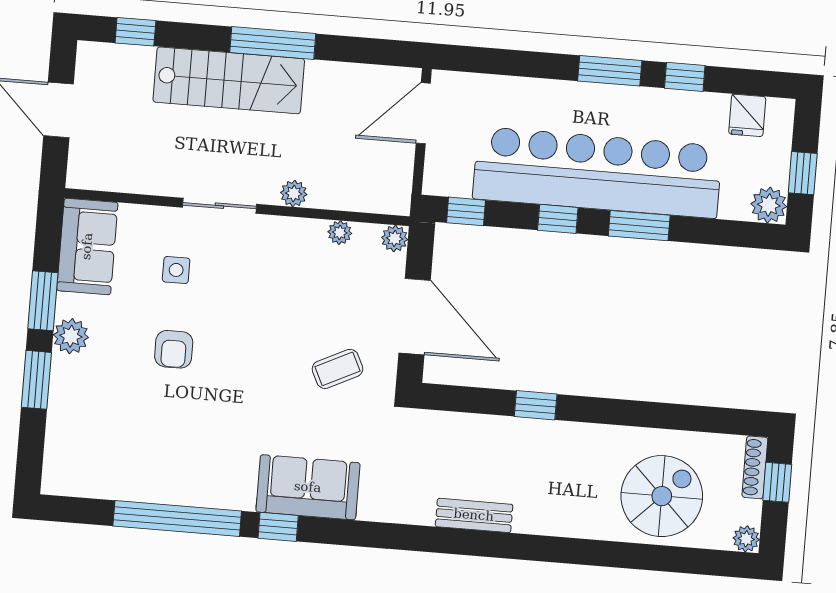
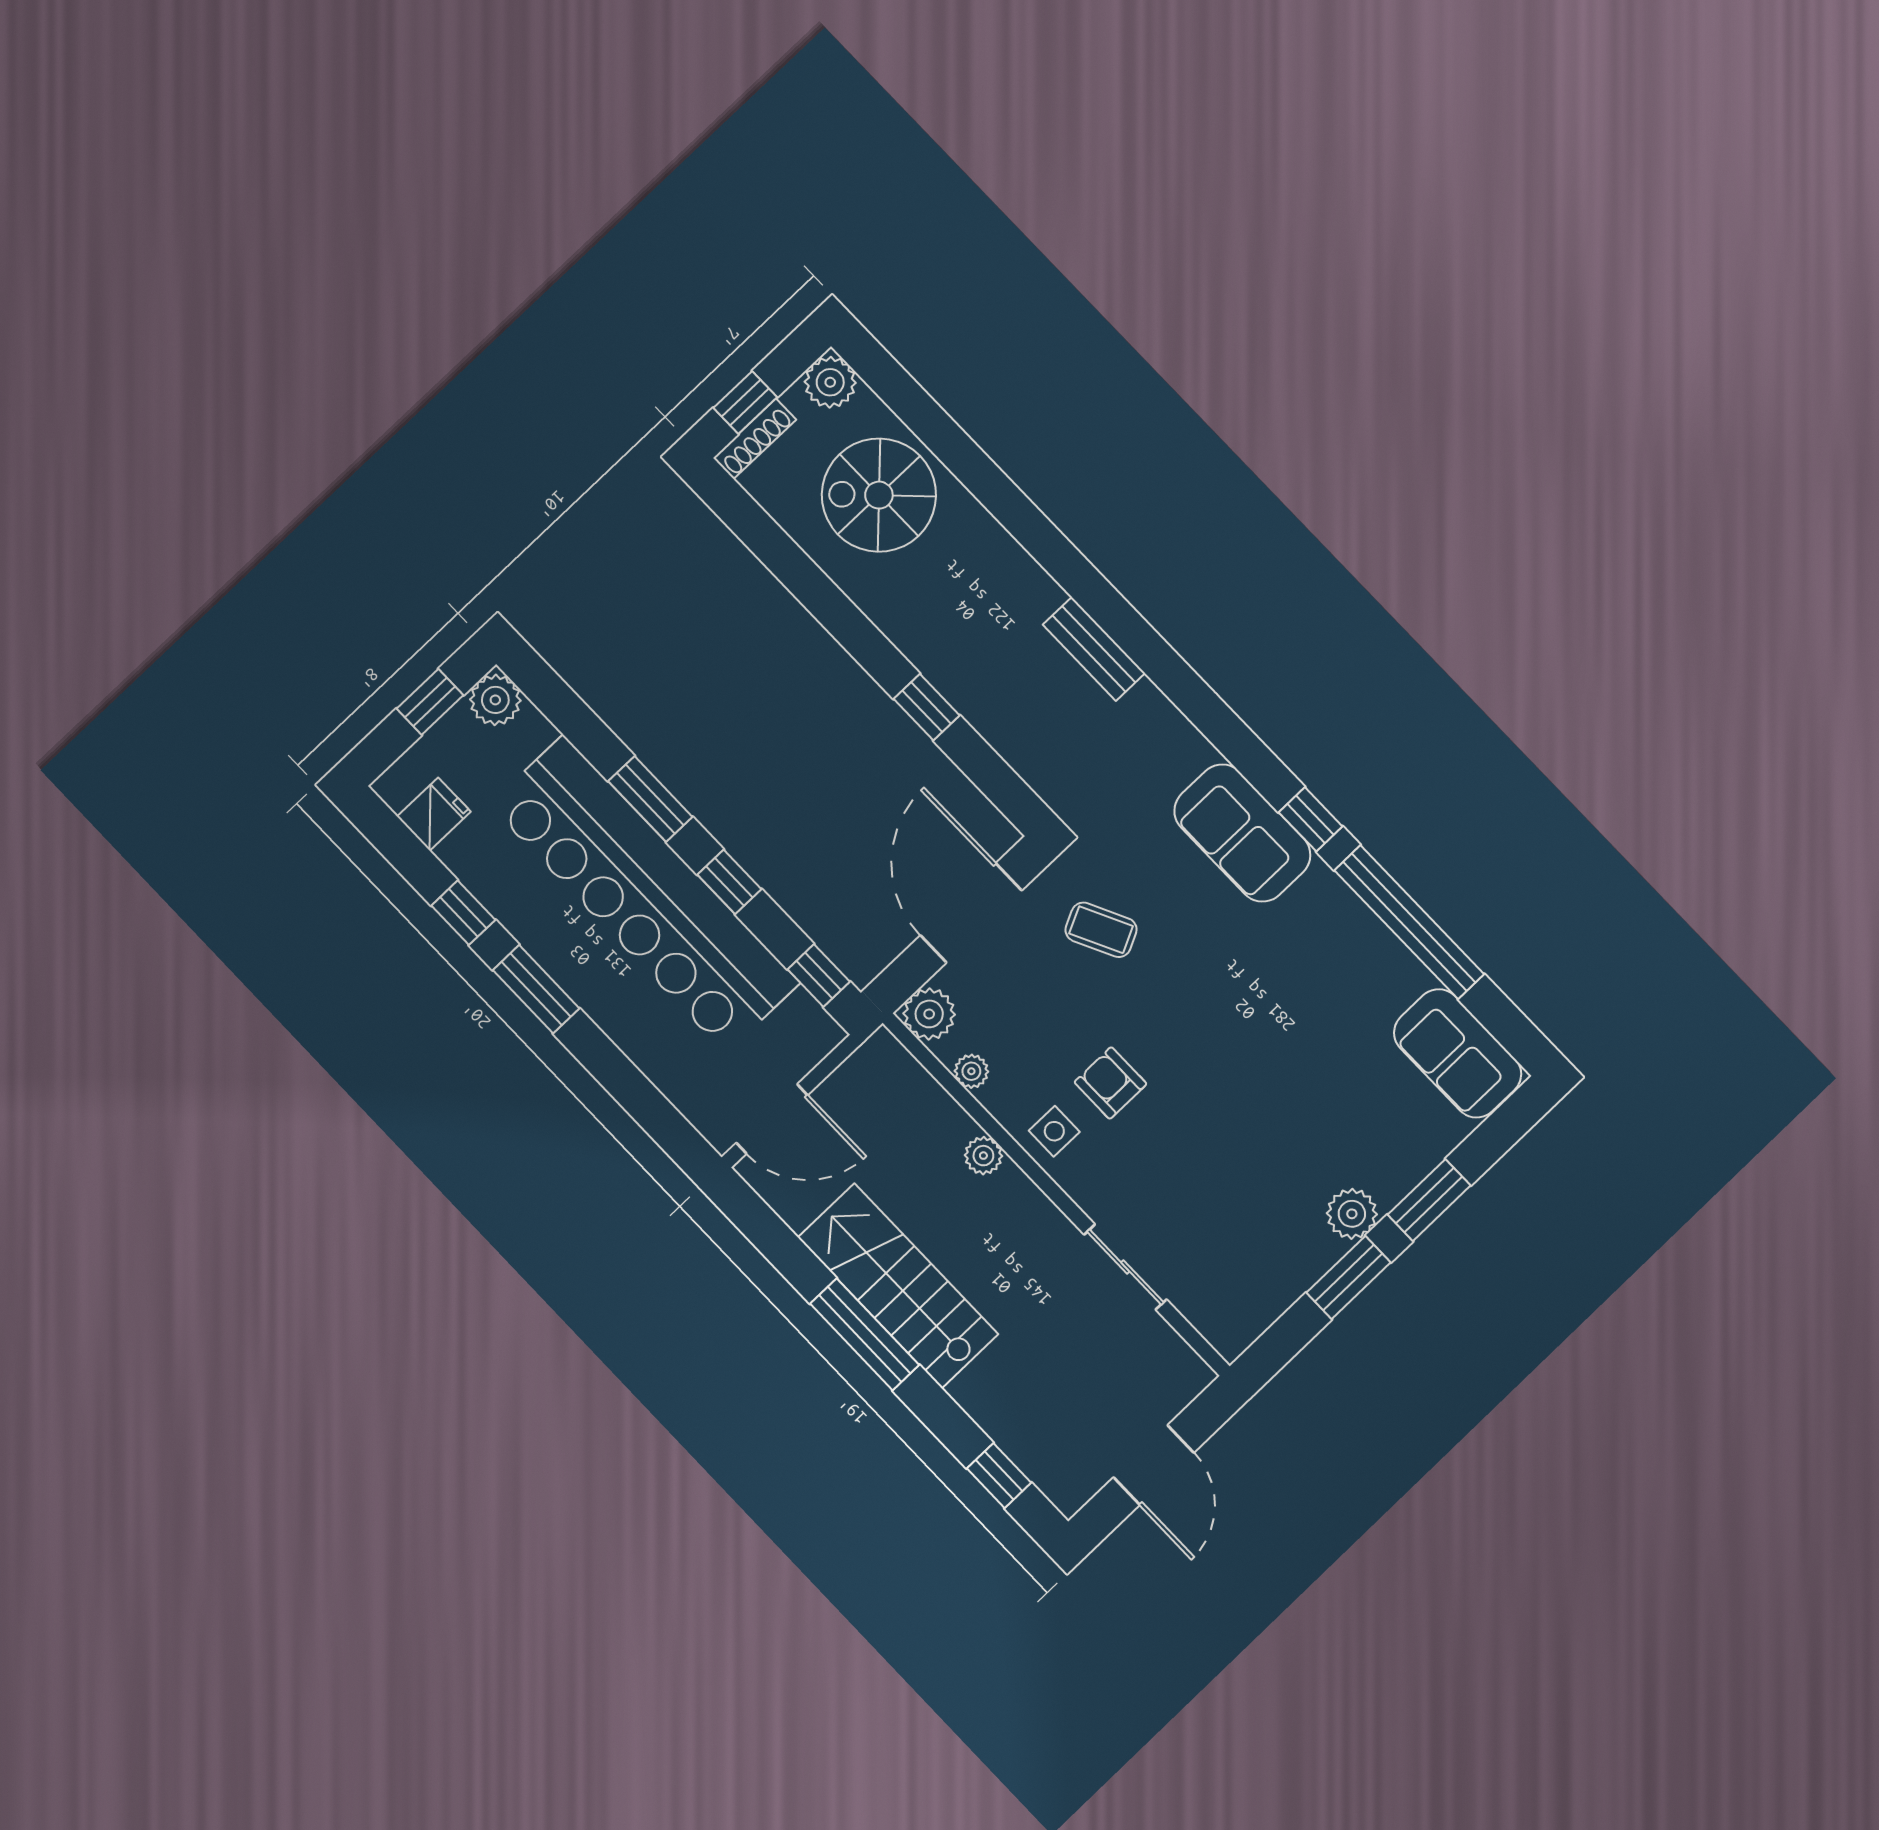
stairs: (229, 80) -> (898, 1286), moved
sliding door: (219, 206) -> (1125, 1267), moved
plant: (395, 238) -> (929, 1014), width x1.38, depth x1.38
sofa: (87, 246) -> (1458, 1053), moved, turned -90
side table: (176, 270) -> (1054, 1131), moved
armchair: (174, 349) -> (1110, 1083), moved, turned -90
plant: (746, 539) -> (830, 382), width x1.38, depth x1.38

